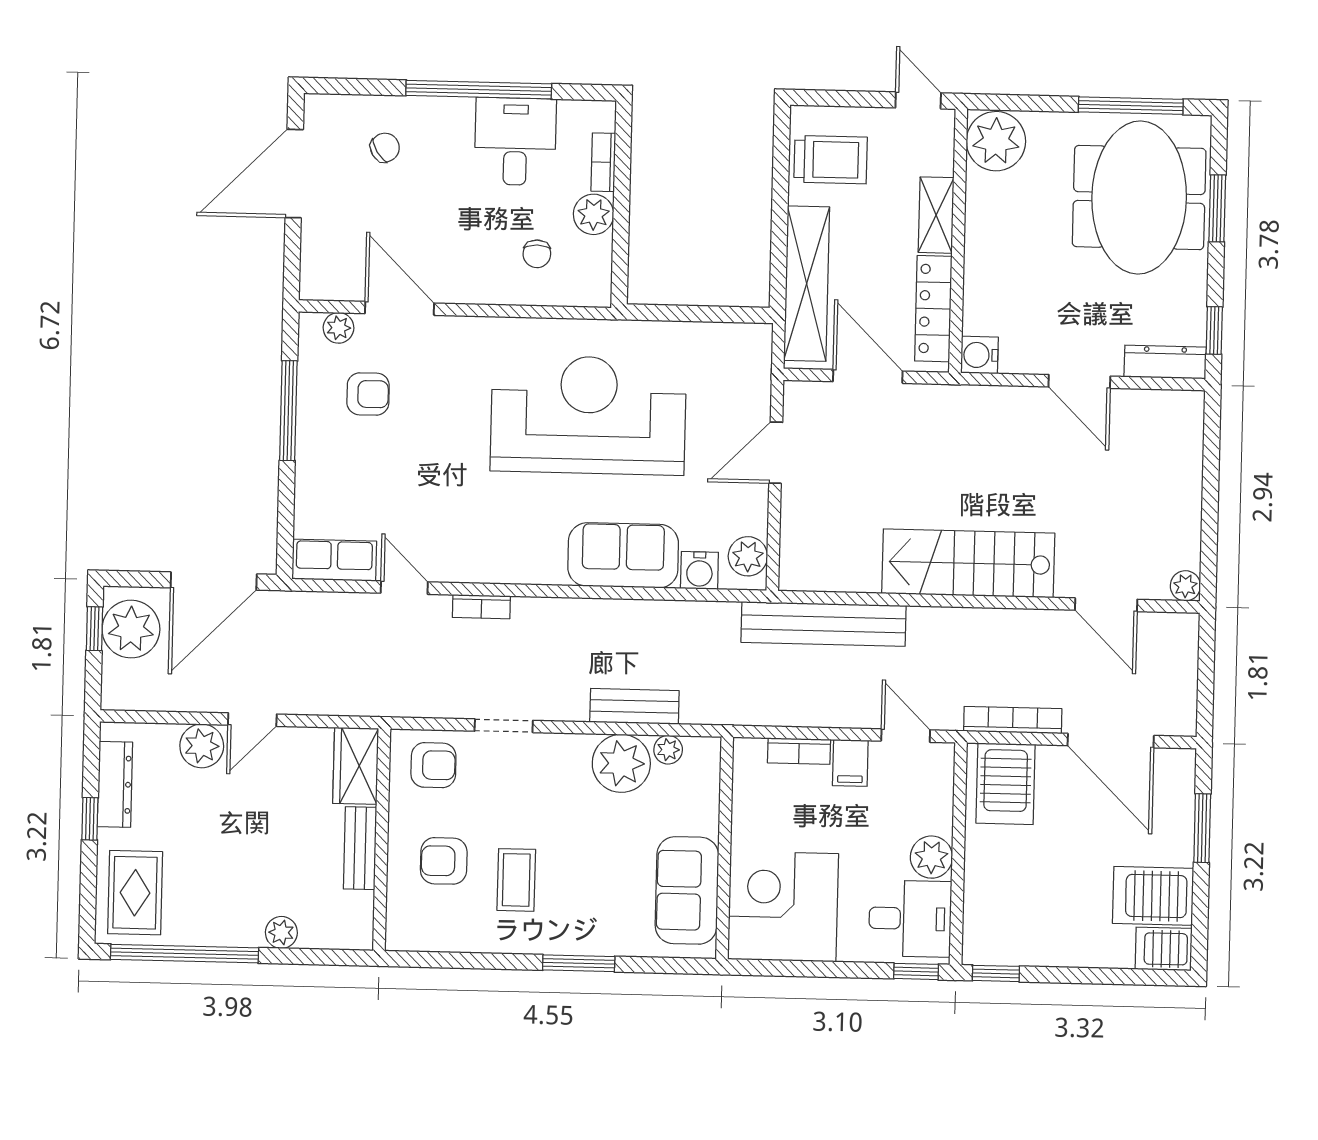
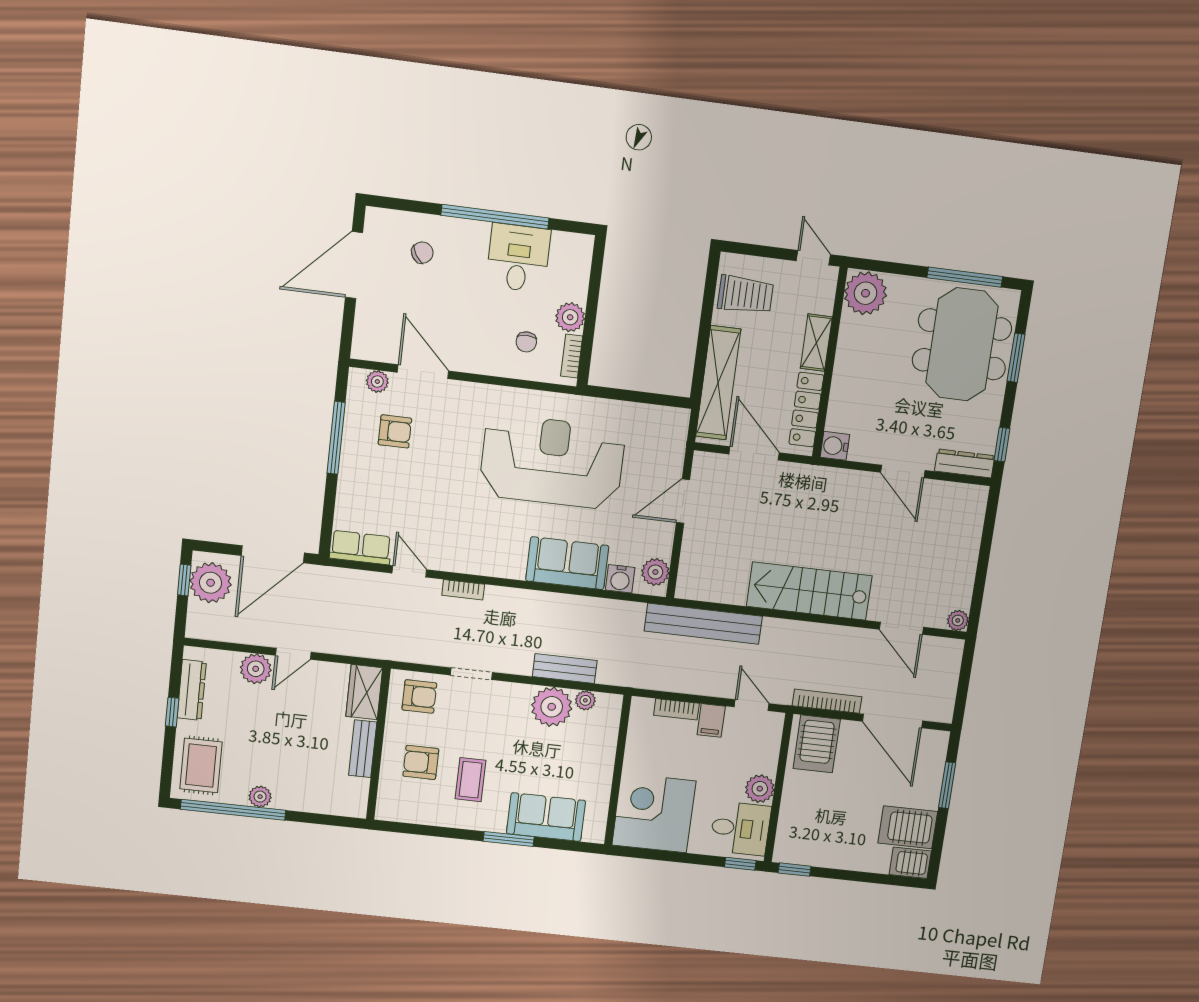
bookcase: (603, 162) -> (572, 356), moved
sofa: (687, 890) -> (546, 817), moved, turned 90
plant: (281, 932) -> (260, 797), moved

